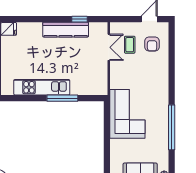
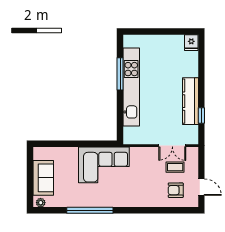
kitchen unit: (42, 87) -> (131, 87), width x1.36
window: (62, 98) -> (120, 74), moved

